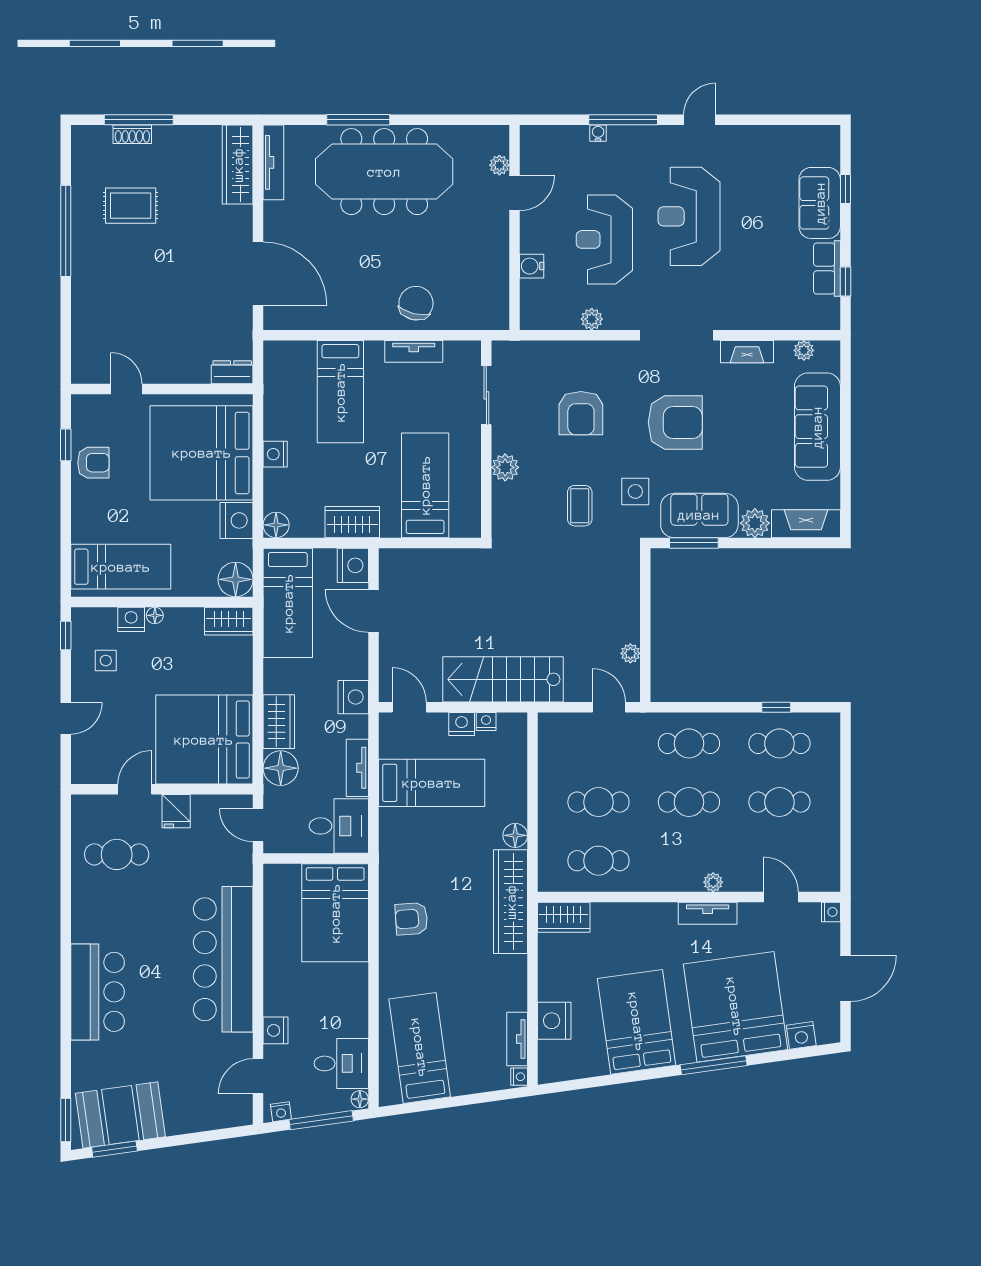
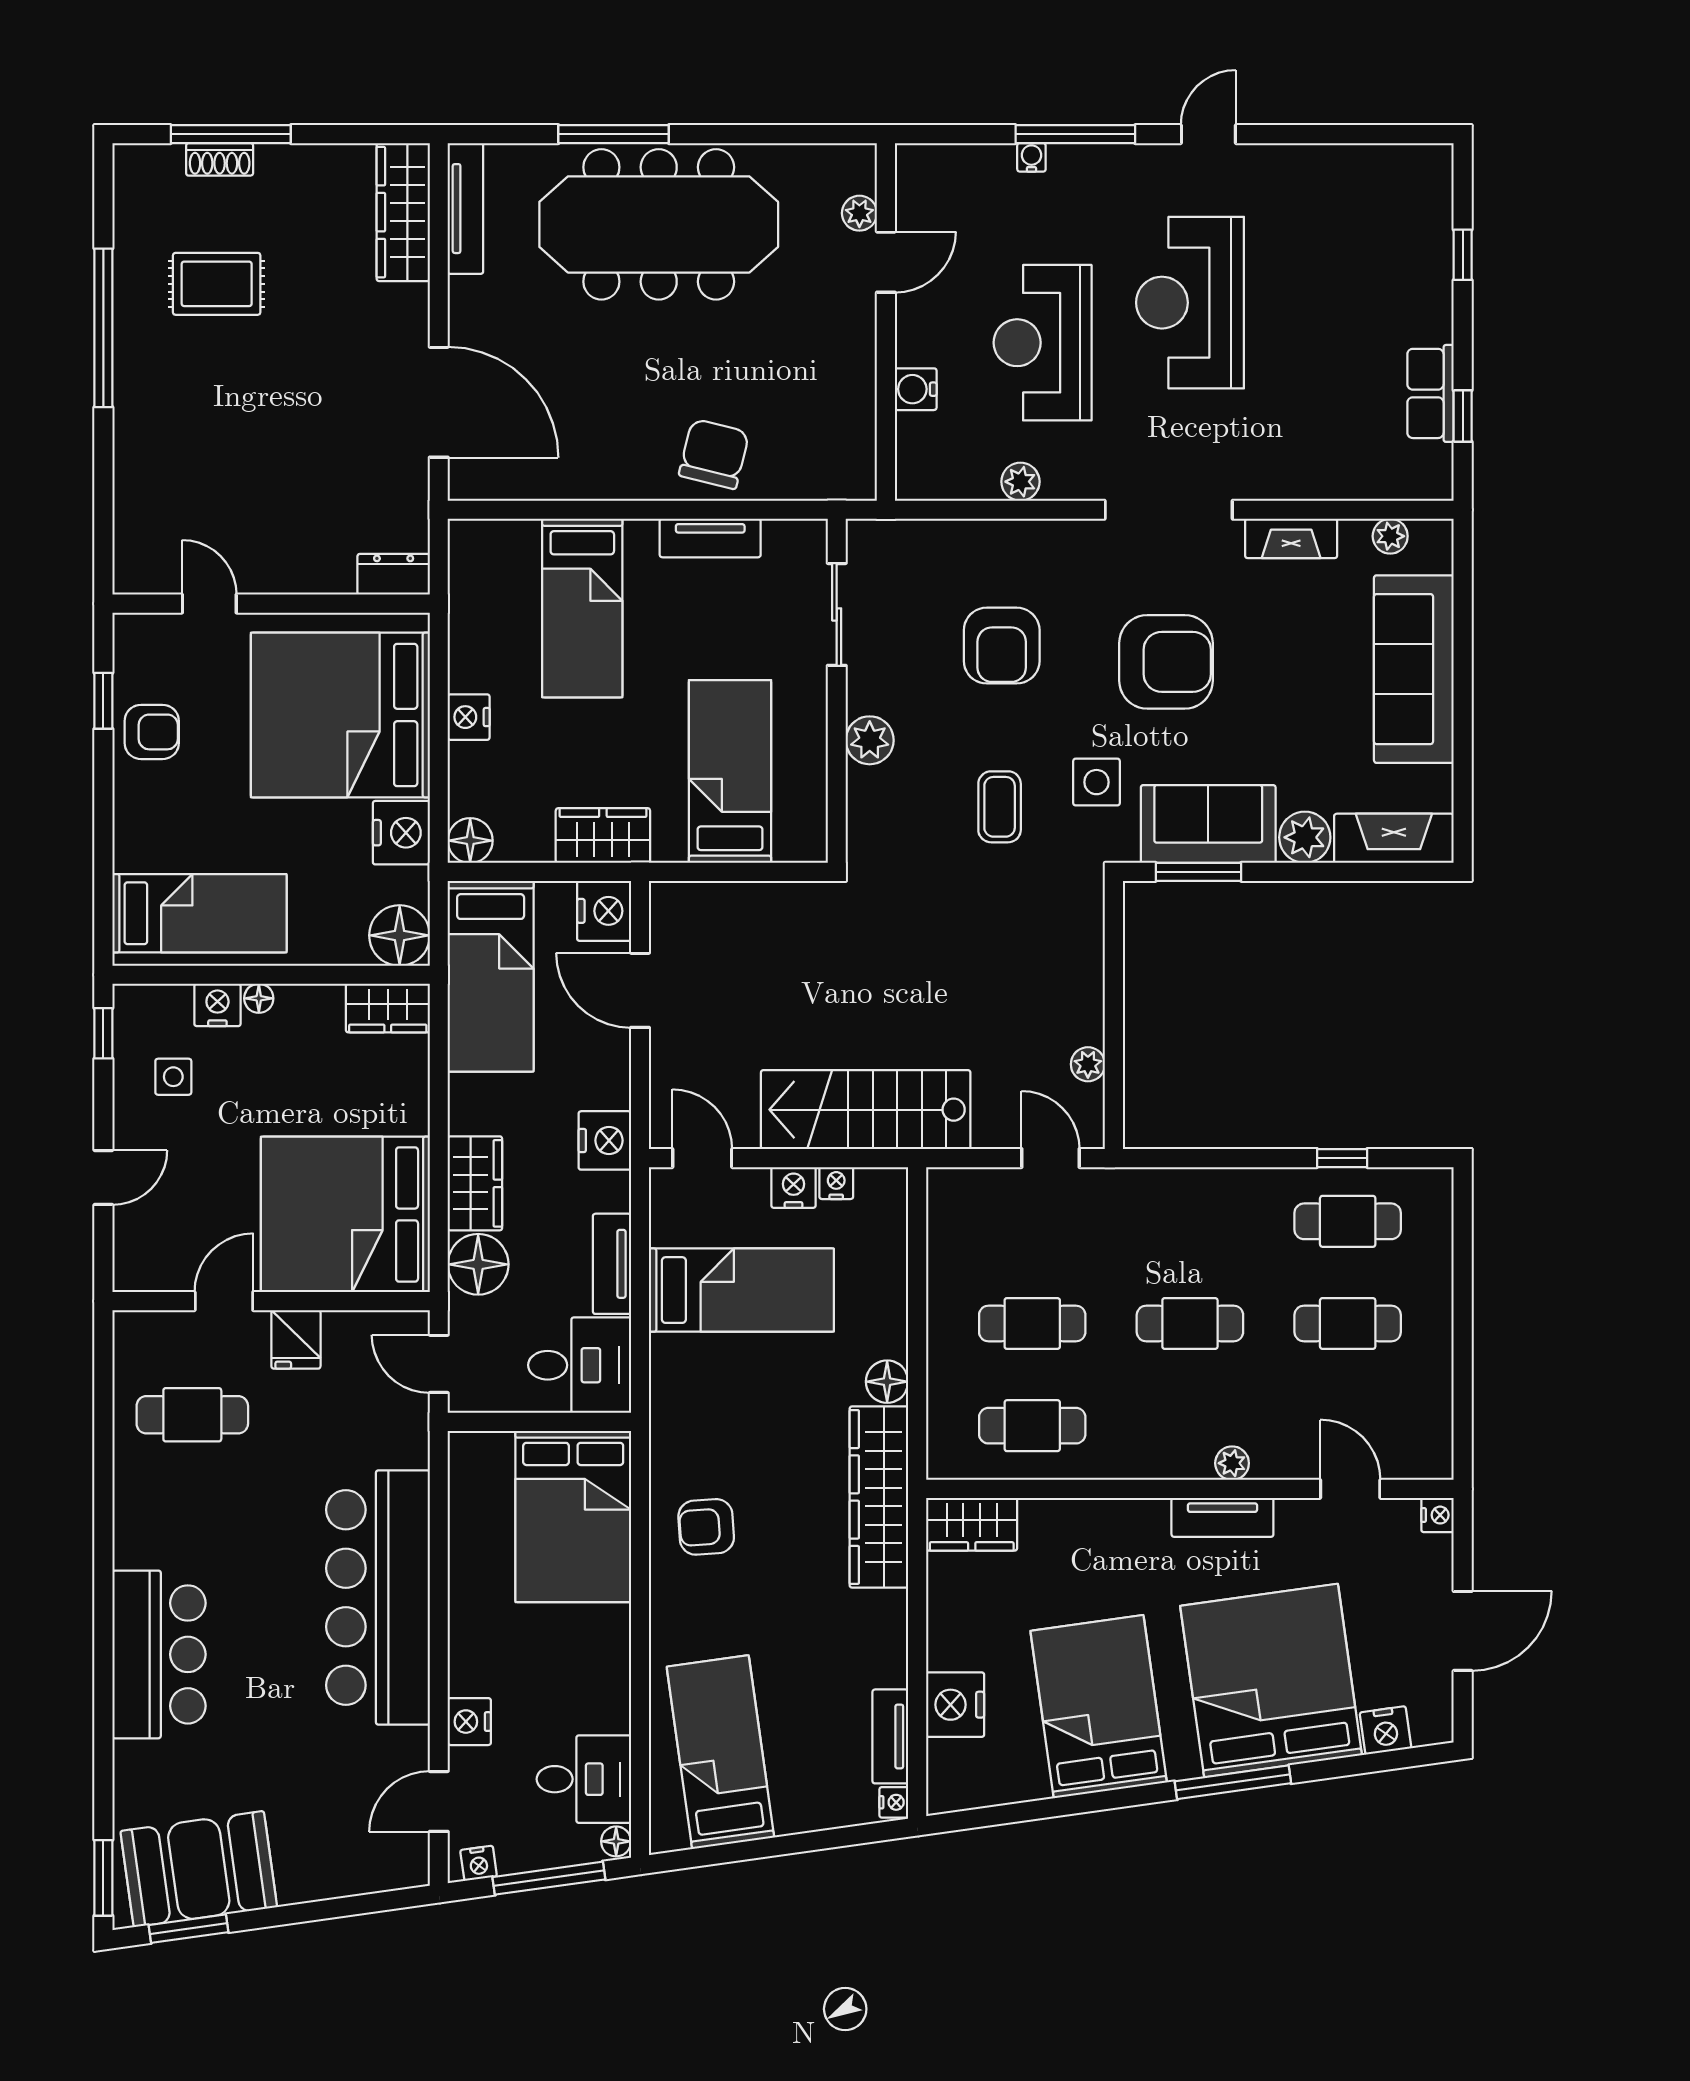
sofa: (820, 203) -> (1418, 279), removed
cafe table: (689, 743) -> (1190, 1221), removed

